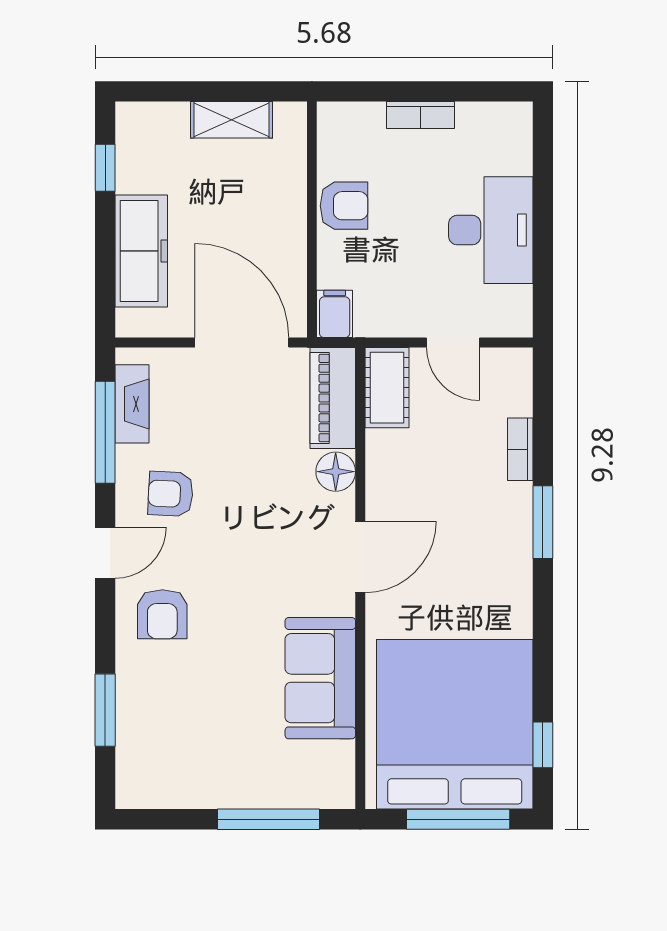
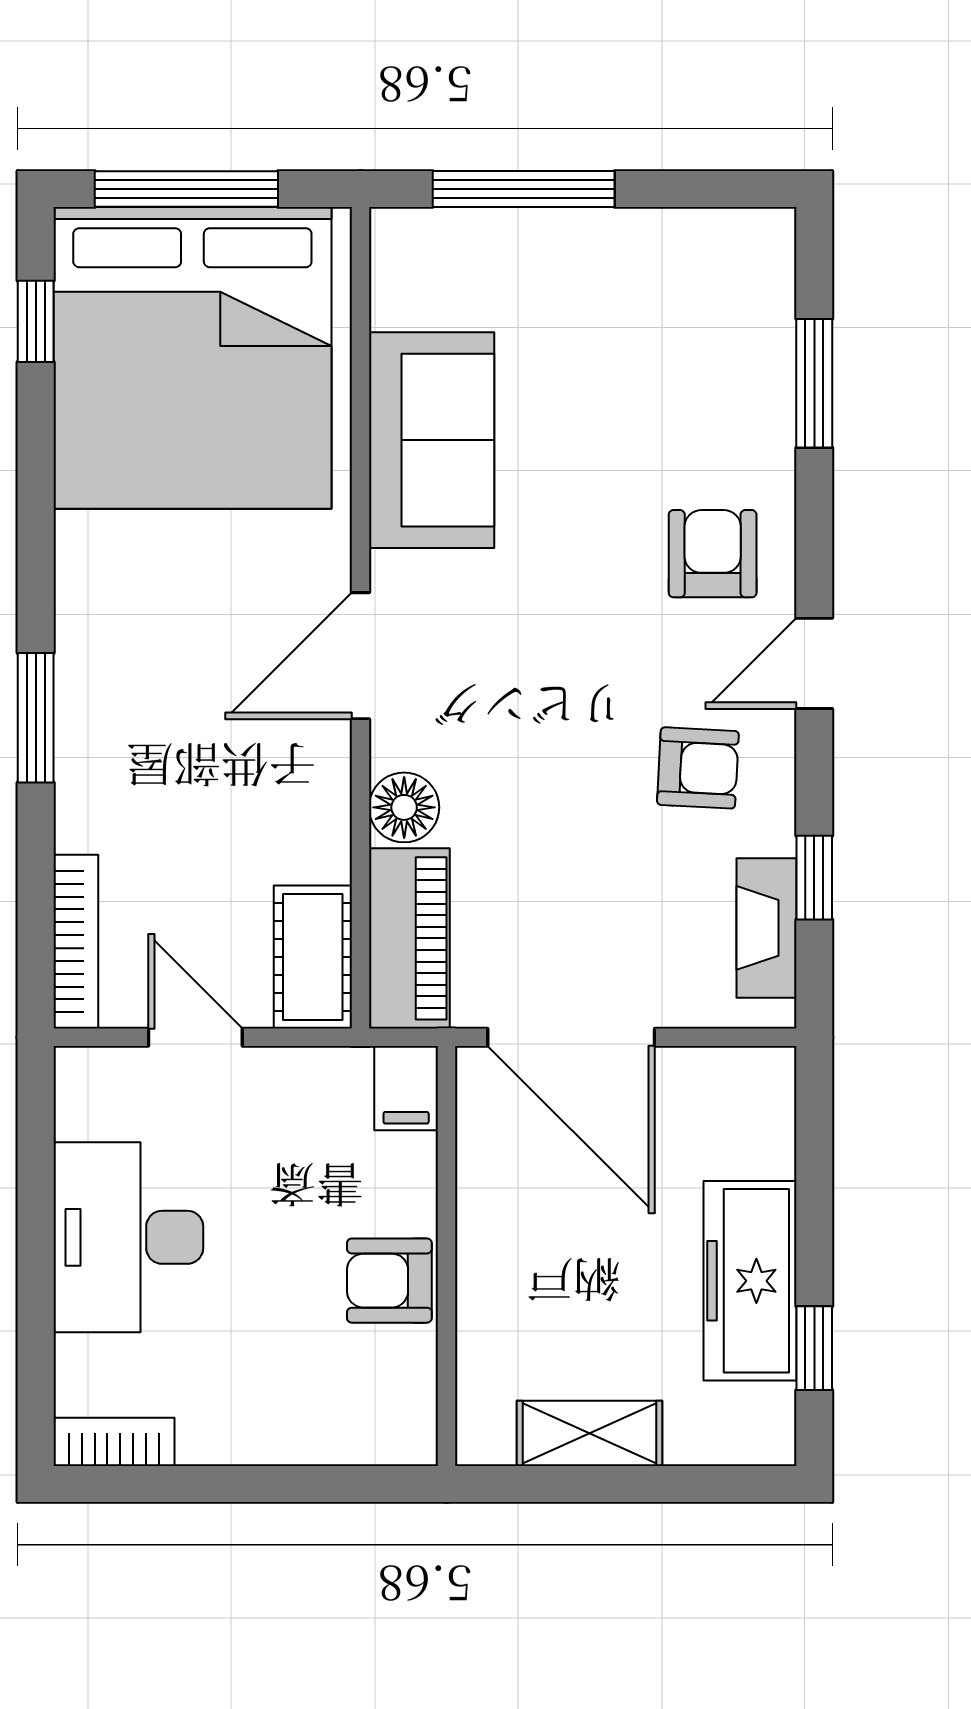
bookcase: (420, 115) -> (114, 1442), moved
freezer: (141, 251) -> (750, 1281), moved
window: (105, 432) -> (814, 878), width x0.46
bookcase: (520, 449) -> (76, 942), moved, width x1.56

